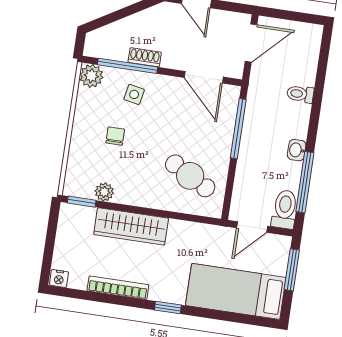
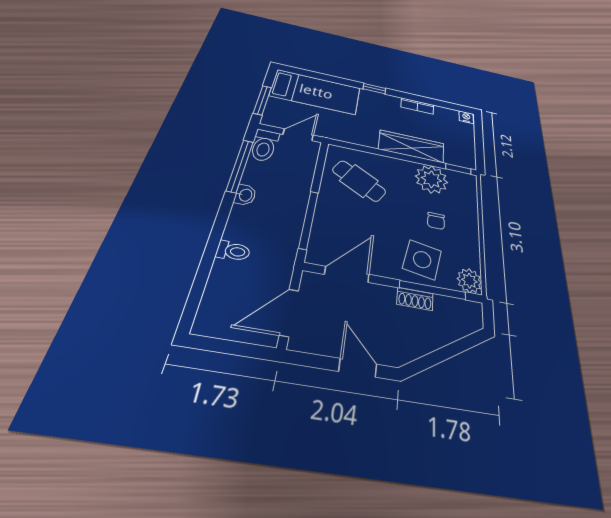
door: (204, 77) -> (347, 274), hinge flipped
side table: (134, 94) -> (422, 260), width x1.87, depth x1.87
plant: (104, 192) -> (431, 179), width x1.88, depth x1.88
bookcase: (118, 288) -> (417, 106), width x0.64

